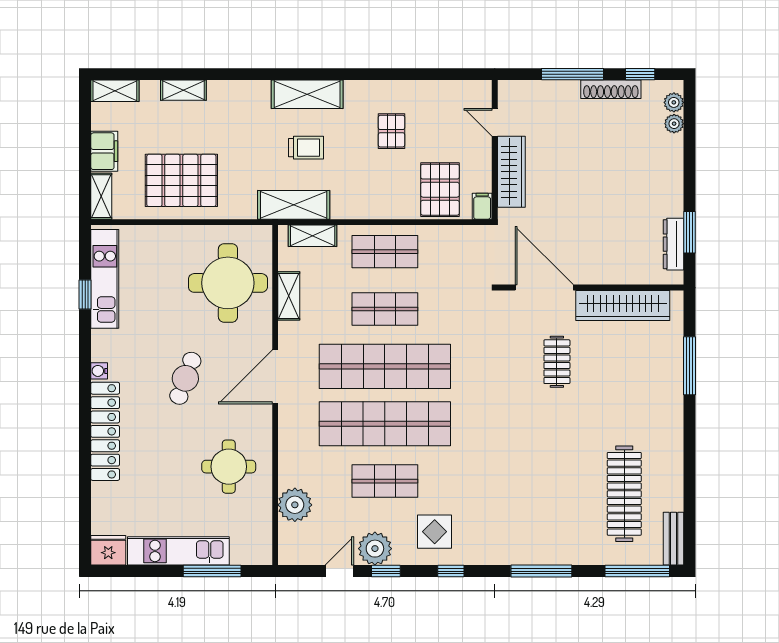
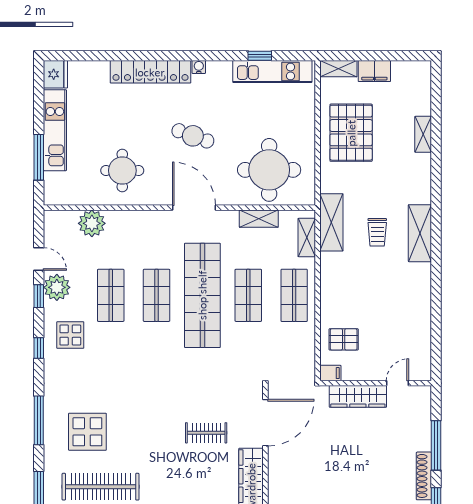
shelving: (115, 91) -> (423, 79), removed
pallet: (391, 131) -> (390, 301), removed
pallet: (440, 190) -> (344, 339), width x0.67, depth x0.71
shop shelf: (385, 424) -> (157, 295), width x0.50, depth x0.74
display table: (556, 510) -> (87, 432), added

